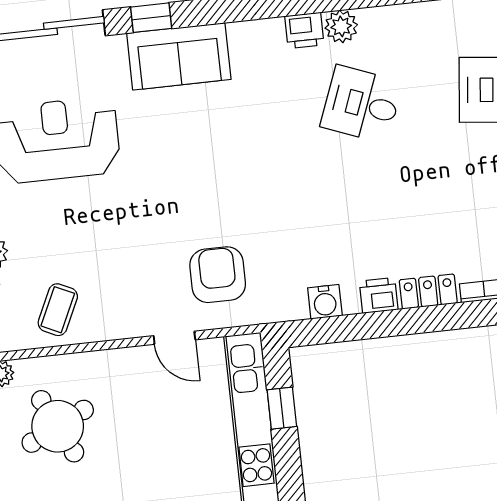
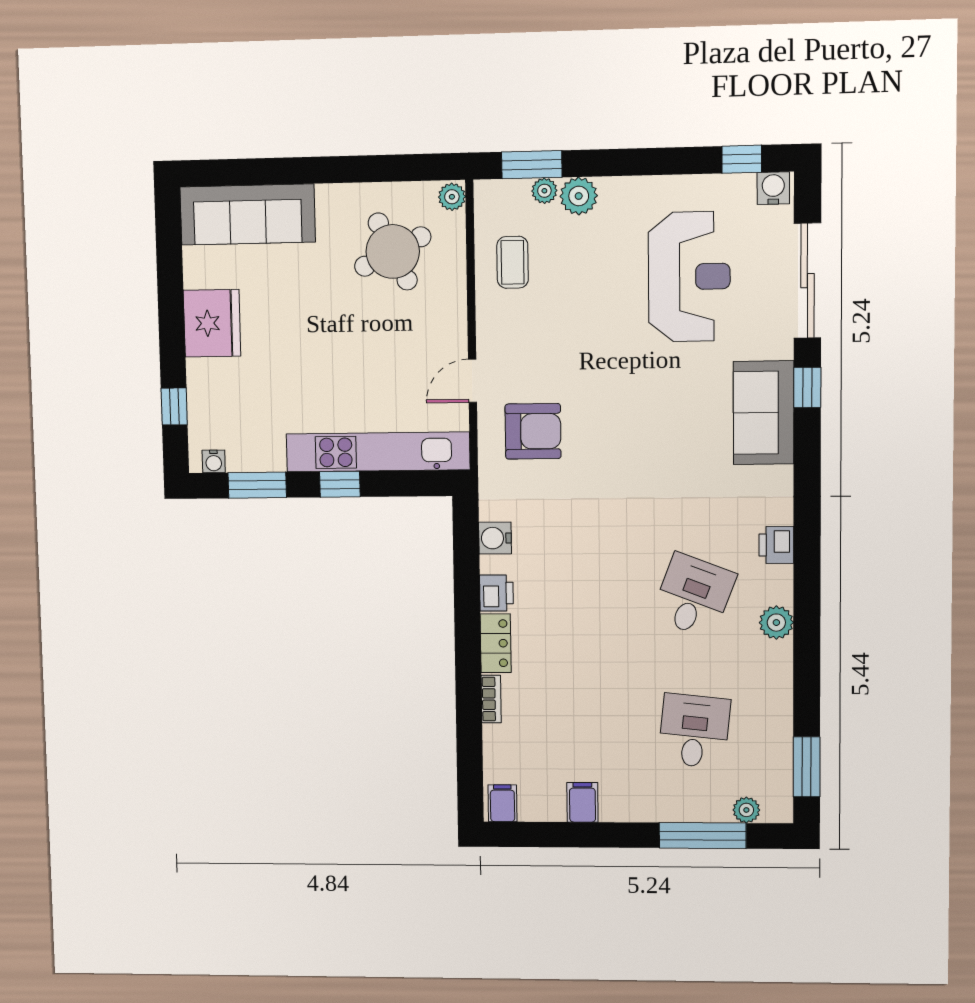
plant: (341, 26) -> (776, 623), moved
coffee table: (58, 310) -> (513, 262), turned 65
window: (282, 408) -> (340, 484), moved

